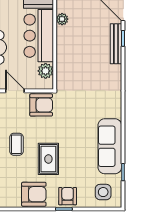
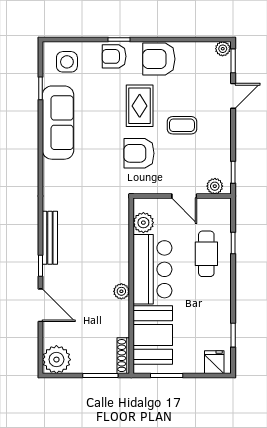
bench: (116, 44) -> (50, 238), moved
armchair: (41, 105) -> (139, 153), moved
coffee table: (16, 144) -> (182, 125), turned 90
armchair: (68, 196) -> (114, 56), turned 90

